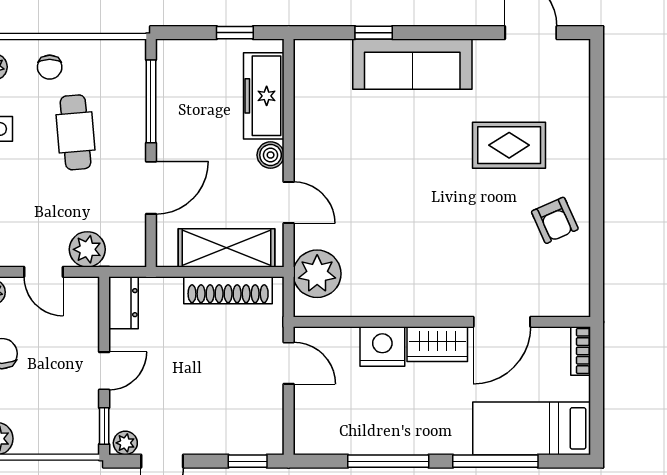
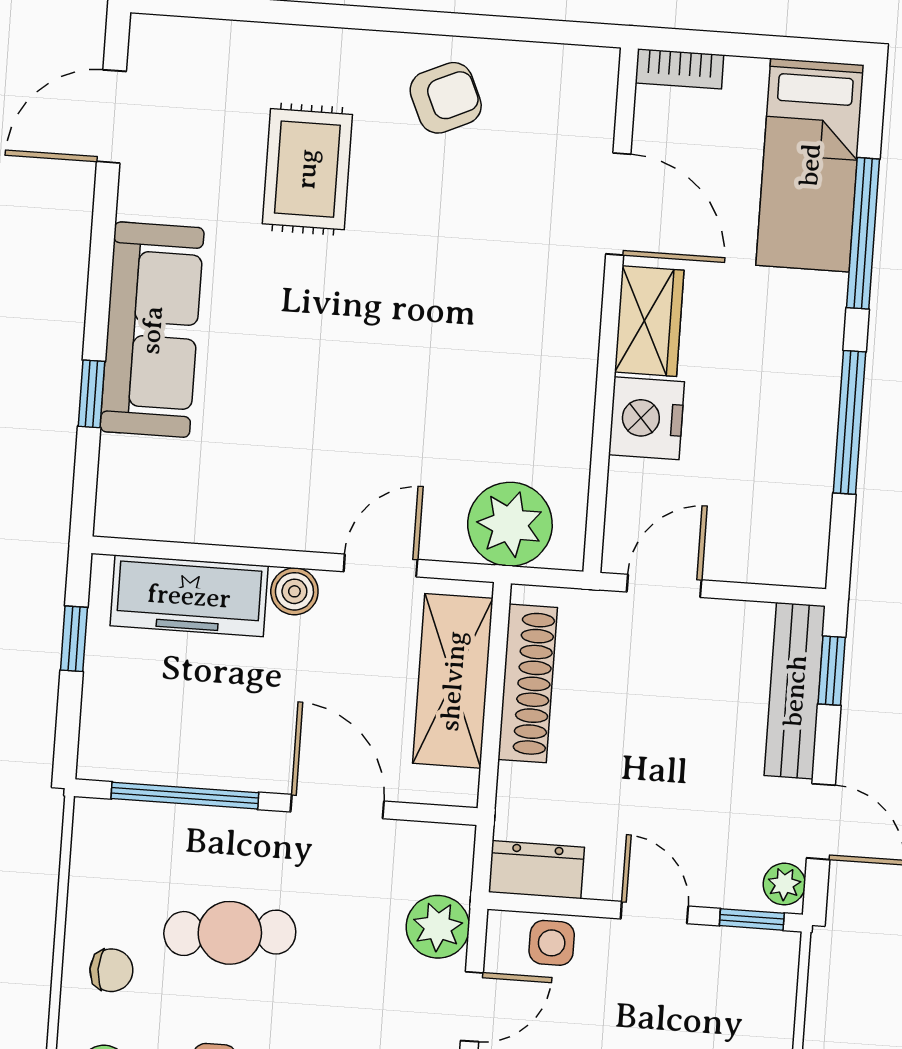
side table: (83, 314) -> (552, 943), added
bench: (235, 441) -> (795, 691), added

